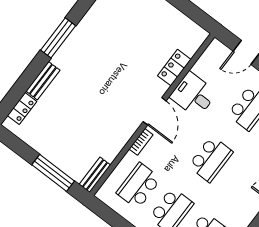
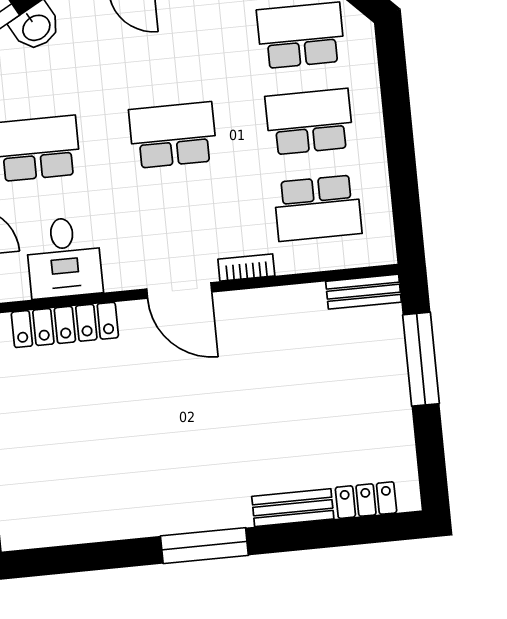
locker: (174, 68) -> (65, 325), width x1.53
desk: (193, 95) -> (64, 258), moved
door: (155, 111) -> (179, 290), swing flipped

